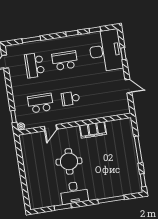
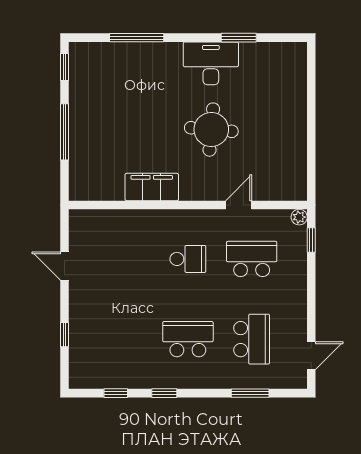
desk: (106, 51) -> (100, 347), removed
school desk: (65, 61) -> (188, 339), turned 180
school desk: (40, 103) -> (252, 259), turned 180

